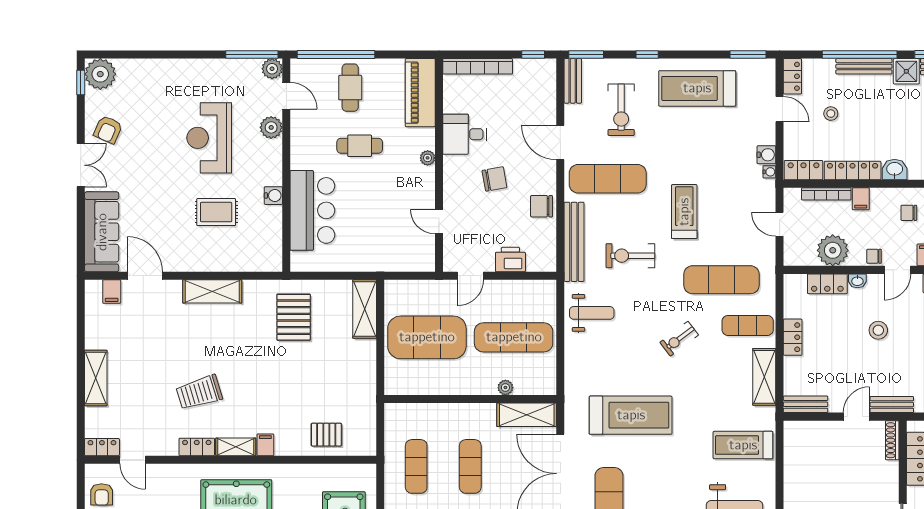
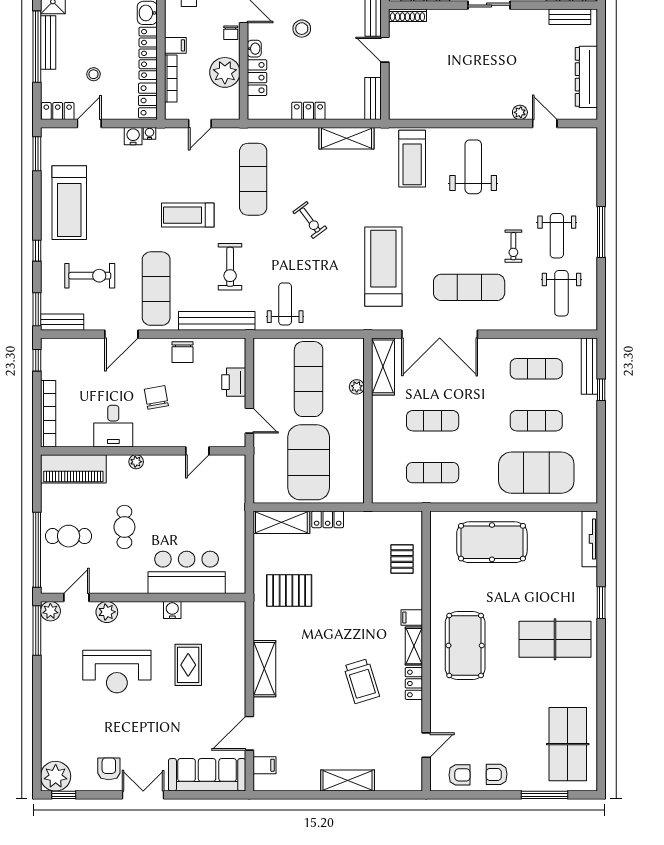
armchair: (108, 130) -> (109, 769), turned -114
exercise mat: (748, 325) -> (297, 154), removed
locker: (102, 447) -> (328, 519), moved, turned -90

